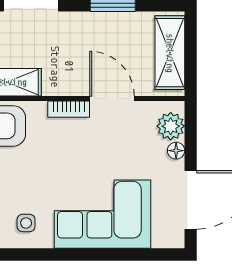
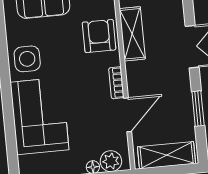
side table: (26, 223) -> (27, 59), width x1.87, depth x1.87

